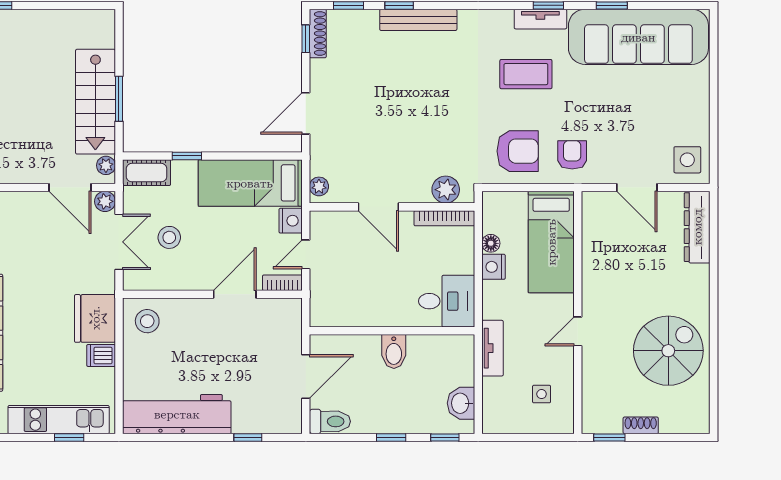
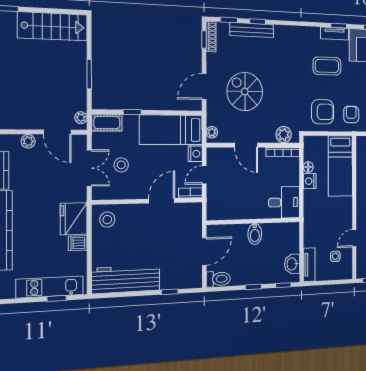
bench: (418, 20) -> (252, 30), moved
stairs: (95, 102) -> (53, 26), moved, turned -90
spiral stairs: (376, 120) -> (245, 92), added
plant: (105, 201) -> (28, 141), moved
door: (578, 331) -> (354, 238), moved
tv unit: (492, 348) -> (309, 265), moved

